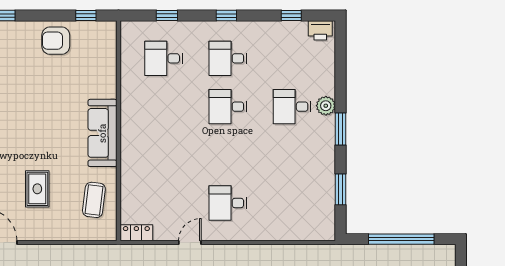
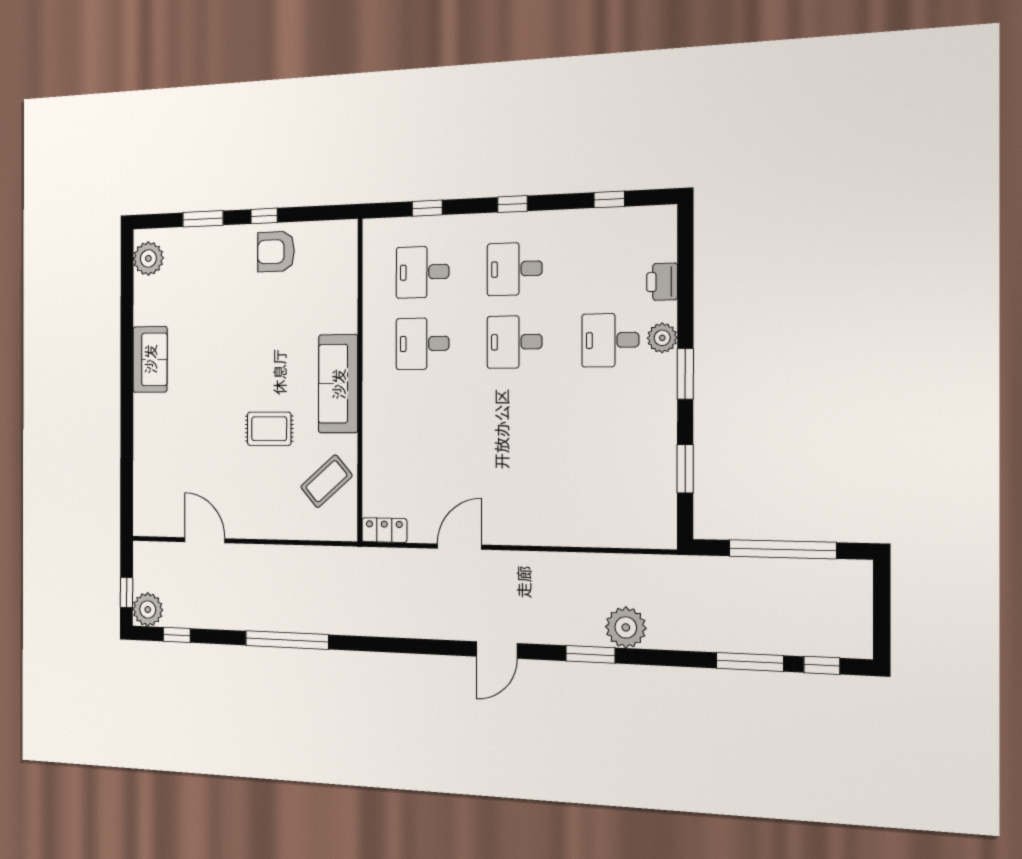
window: (86, 15) -> (264, 216), moved
printer: (320, 30) -> (662, 282), moved, turned 90
rug: (37, 189) -> (269, 429), moved, turned 90
coffee table: (94, 200) -> (326, 481), turned 42
desk: (228, 203) -> (422, 344), moved
door: (190, 243) -> (459, 547), width x1.38

